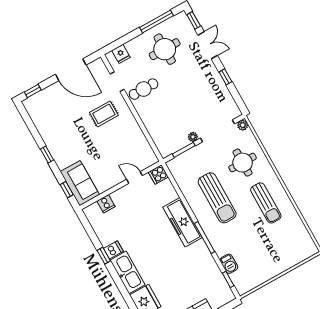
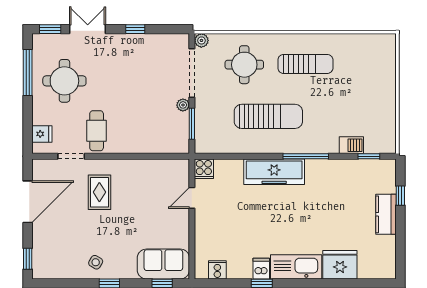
side table: (56, 137) -> (96, 262), added
cooker: (106, 204) -> (217, 270), moved, turned -90

